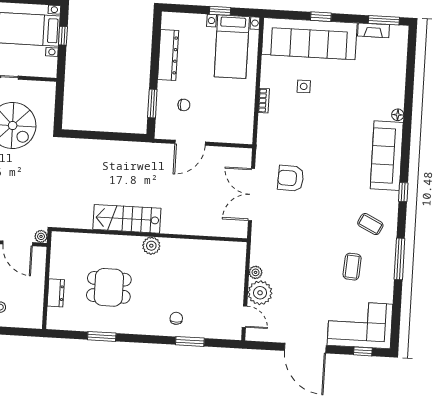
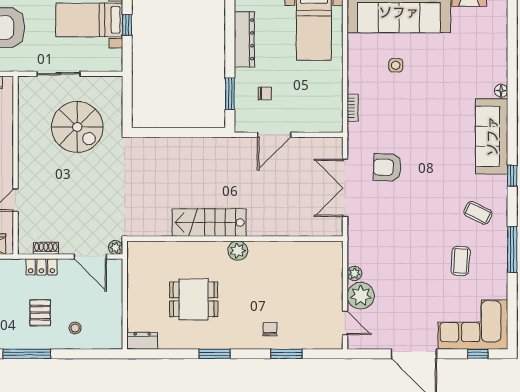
bookcase: (264, 101) -> (353, 108), moved
dresser: (56, 293) -> (142, 341), moved, turned -90
window: (102, 336) -> (215, 354), moved

